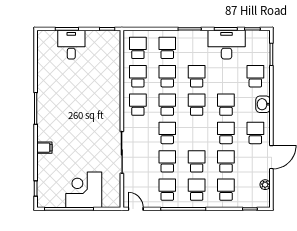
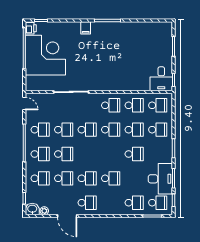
desk: (71, 45) -> (161, 79), moved, turned 90
washbasin: (263, 104) -> (32, 209), moved
school desk: (197, 105) -> (158, 203), moved
filing cabinet: (44, 148) -> (86, 28), moved
corner desk: (84, 190) -> (45, 55), width x1.36, depth x1.36
printer: (45, 201) -> (31, 28), added
door: (136, 209) -> (24, 104), hinge flipped

